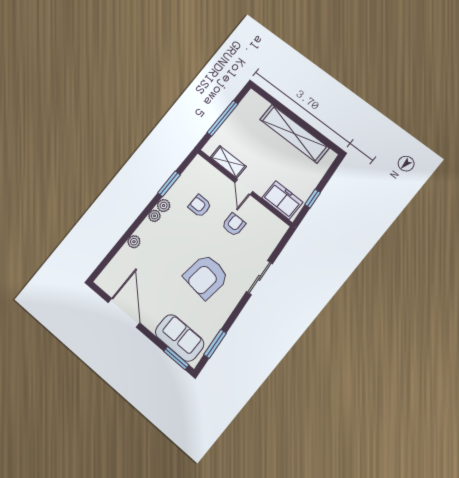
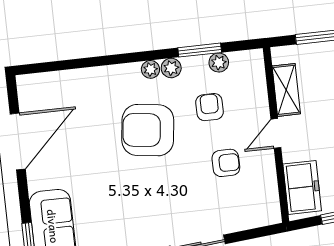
plant: (134, 242) -> (219, 63), moved
armchair: (206, 277) -> (148, 130), moved

